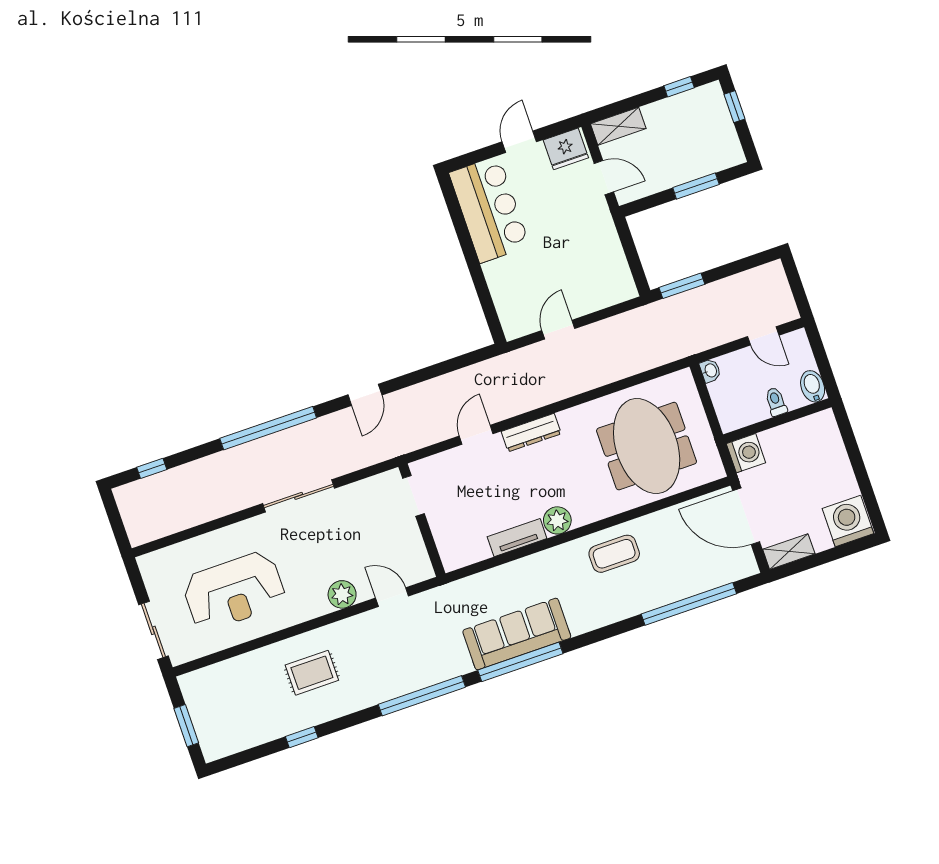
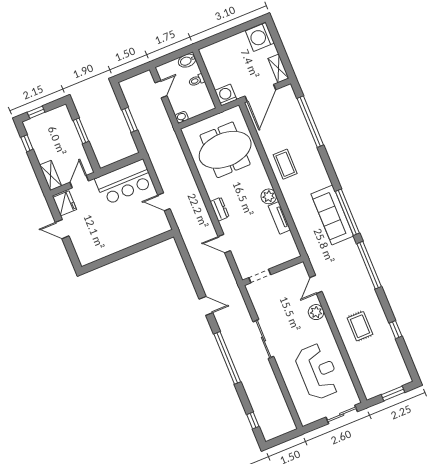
bar counter: (489, 209) -> (124, 182), moved, turned 180
window: (682, 286) -> (130, 120), moved
dresser: (531, 433) -> (220, 209), width x0.70

